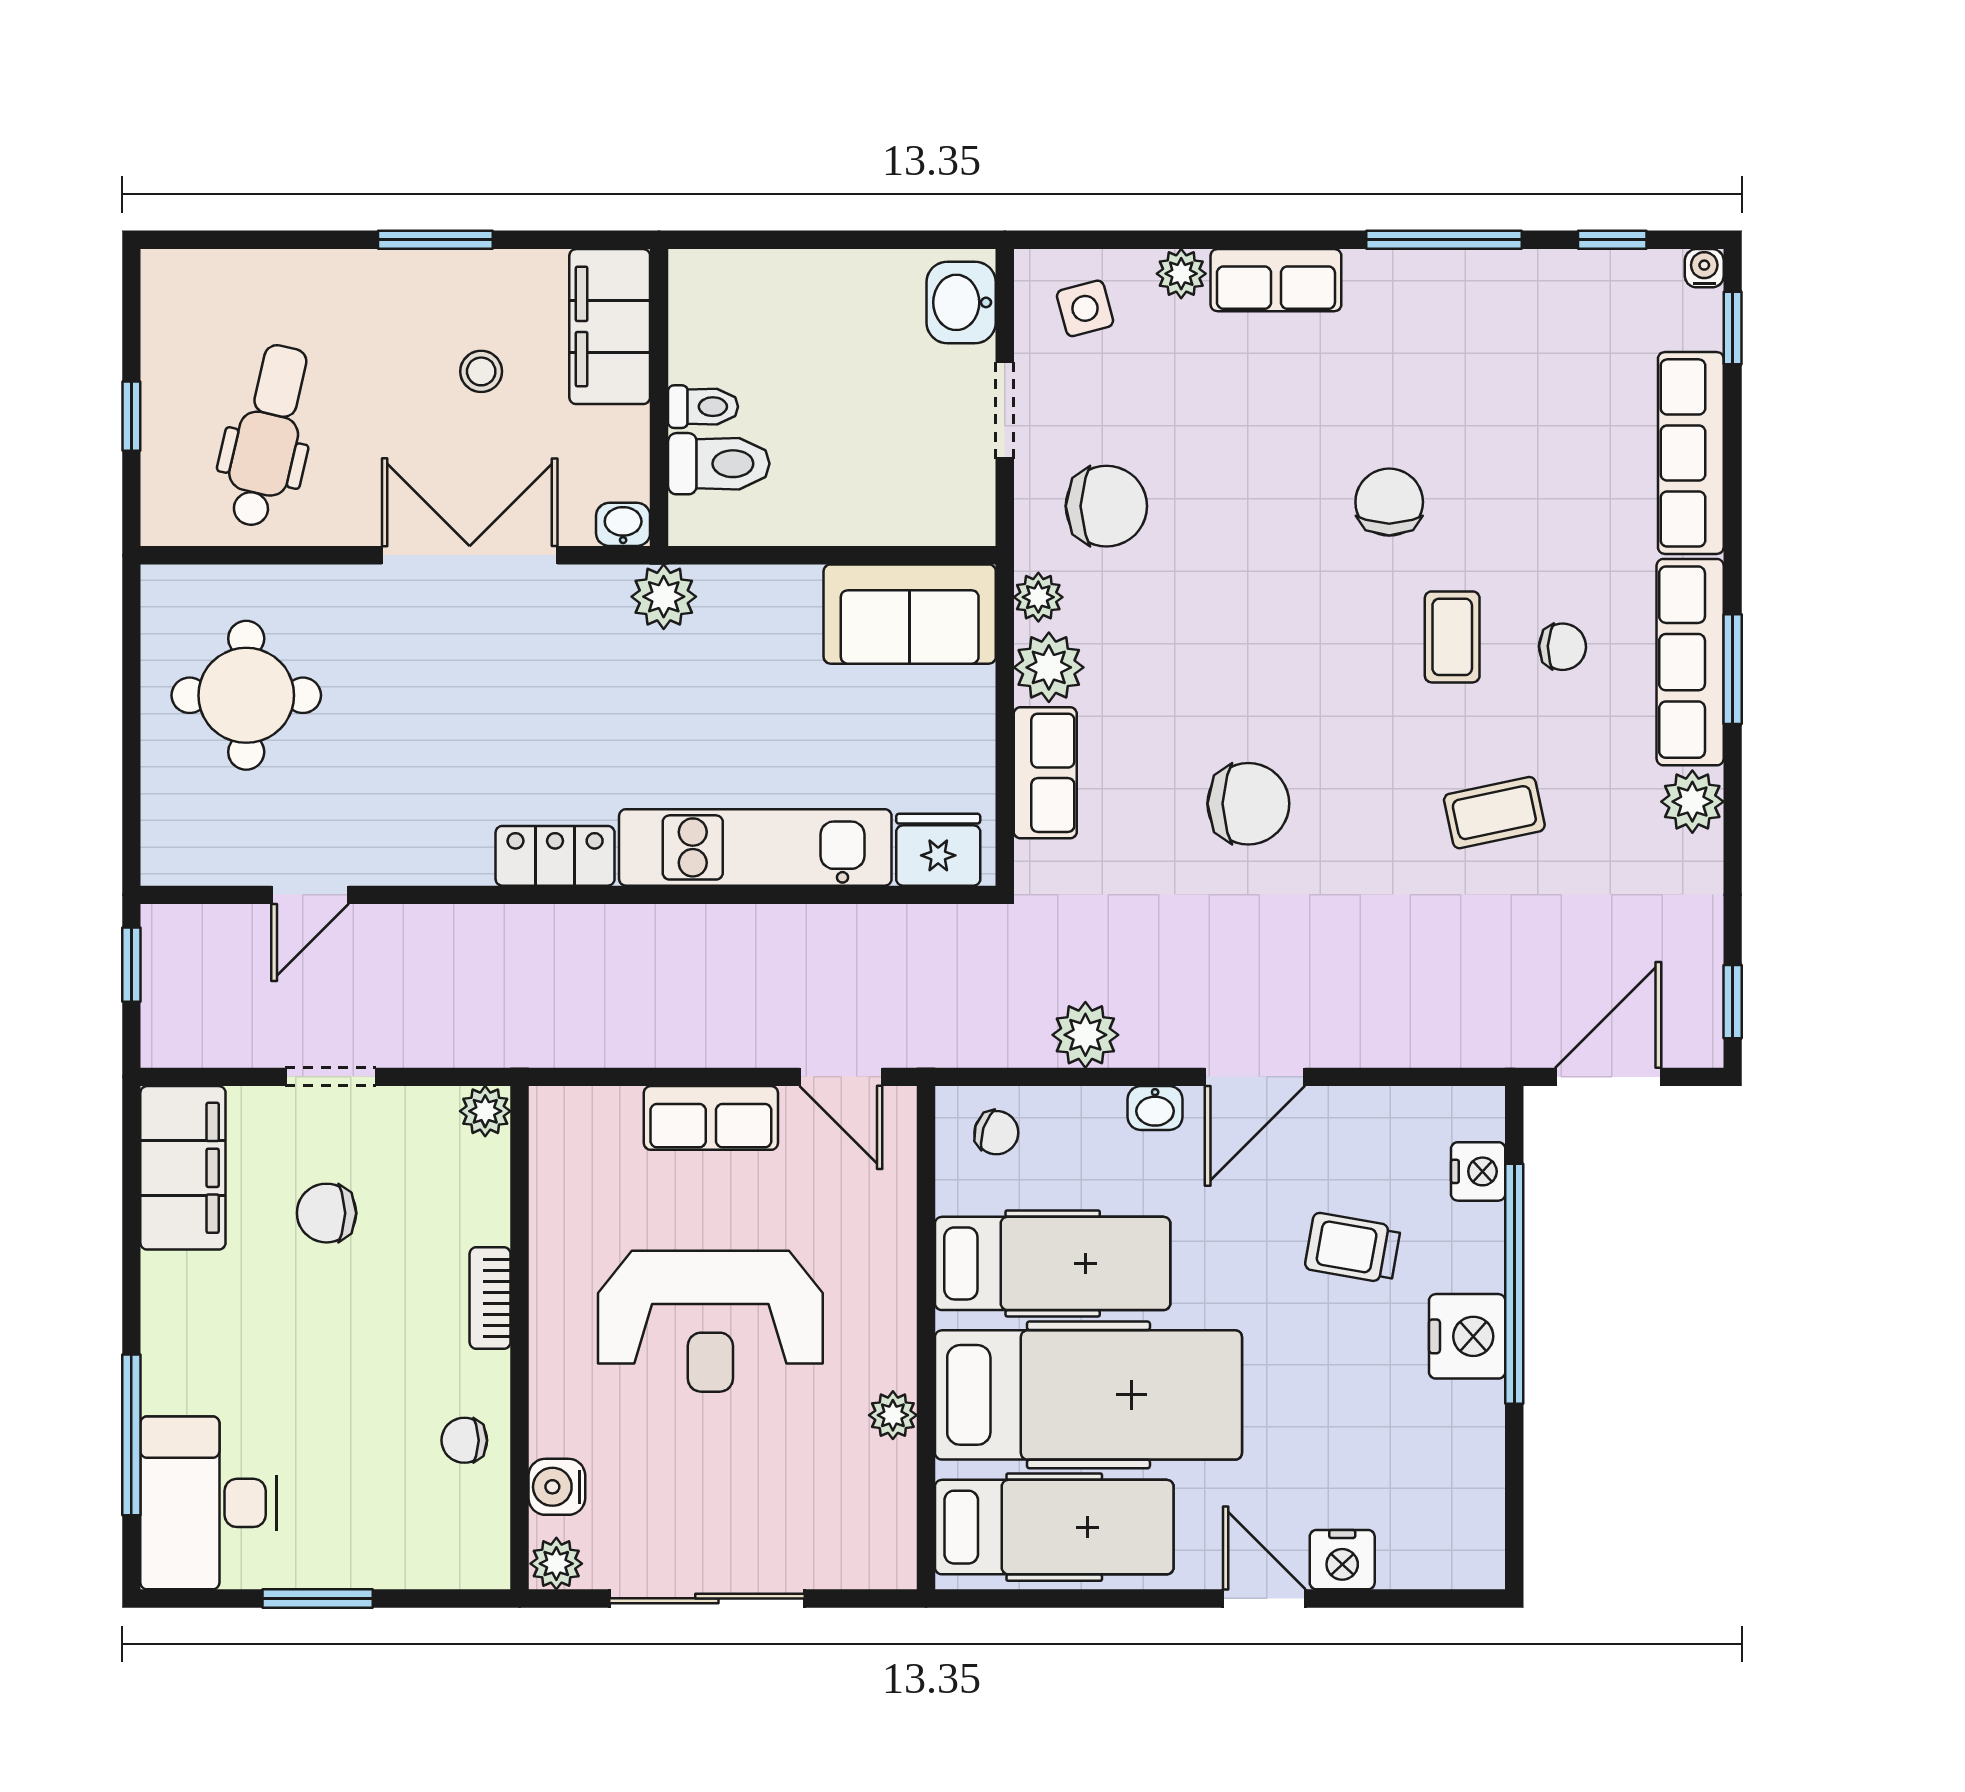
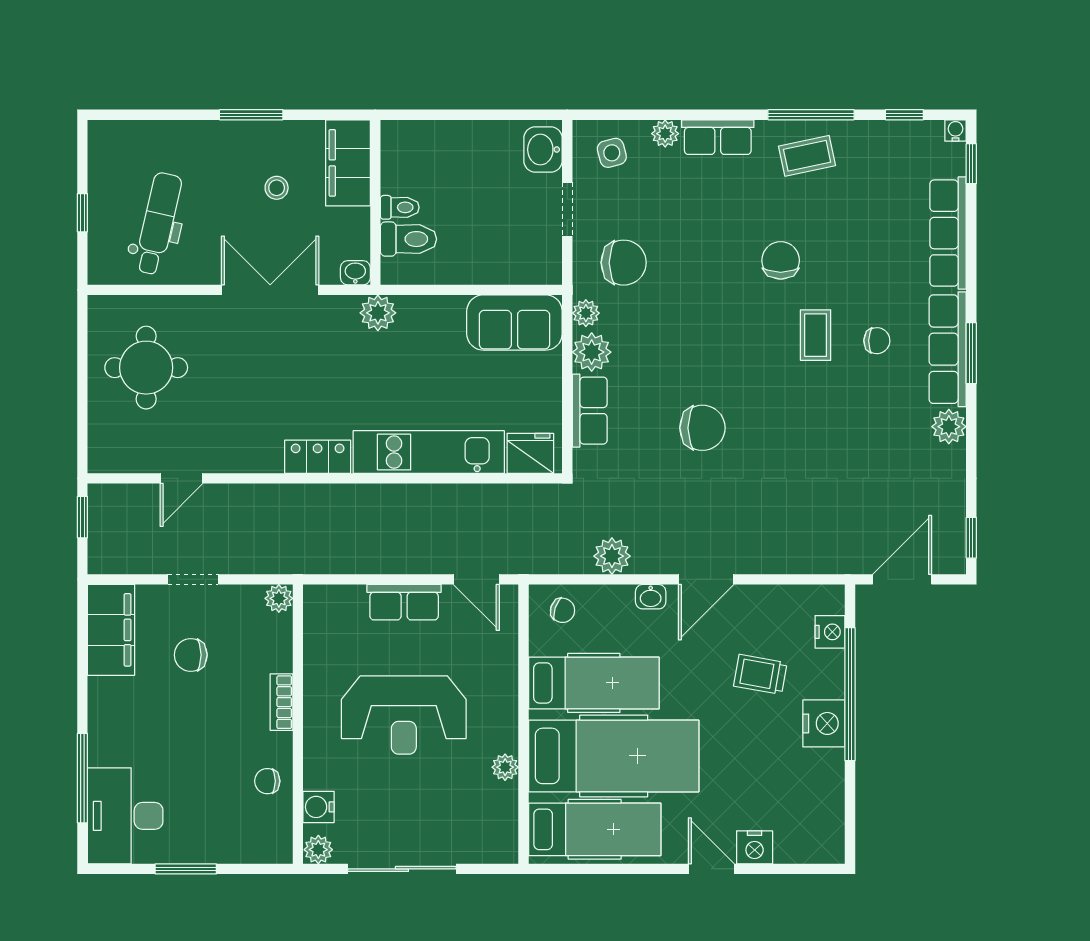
coffee table: (1494, 813) -> (807, 156), moved

